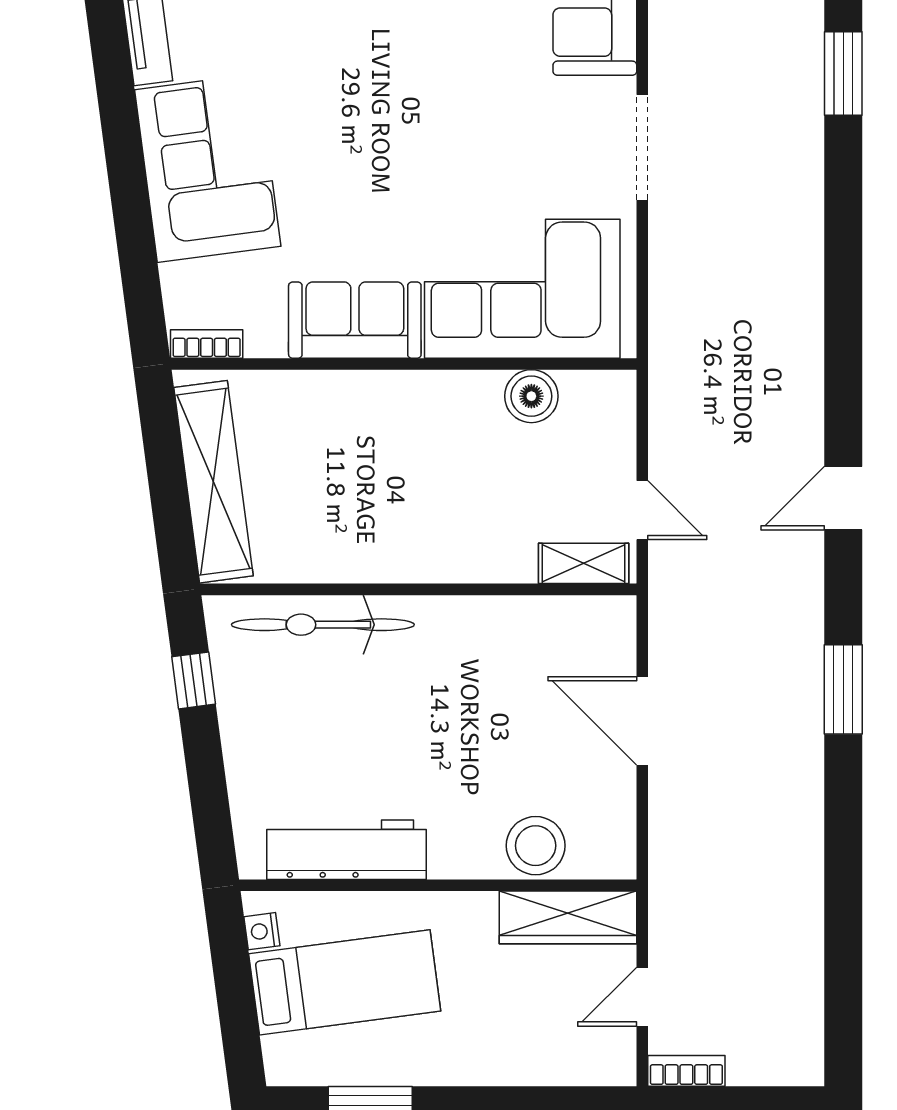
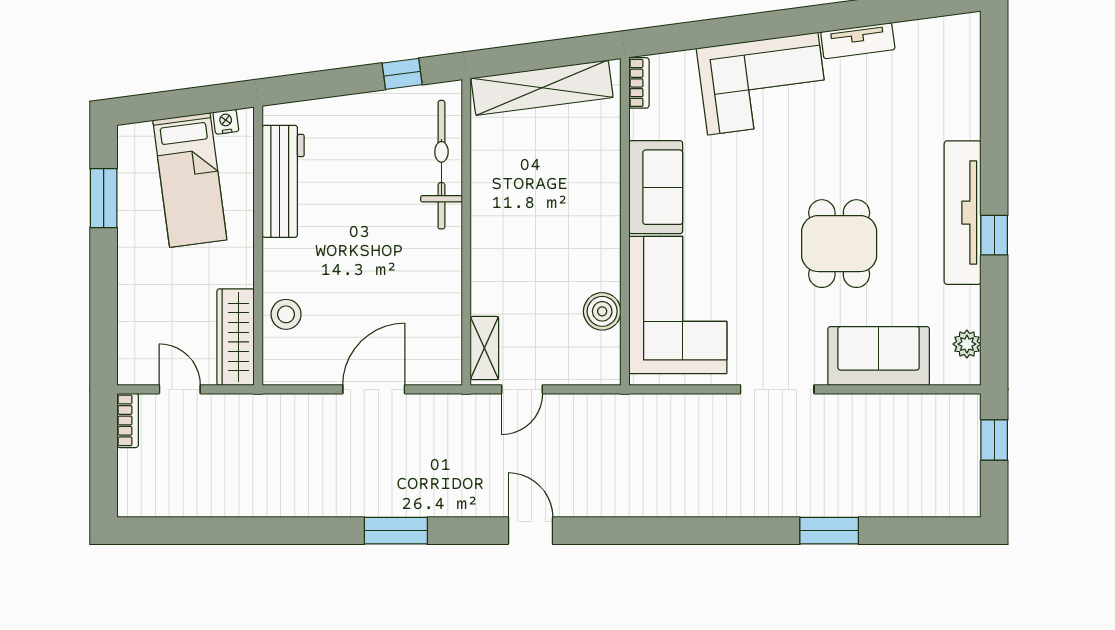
dining table: (435, 59) -> (839, 244), added
stool: (536, 846) -> (286, 314), width x0.73, depth x0.73

